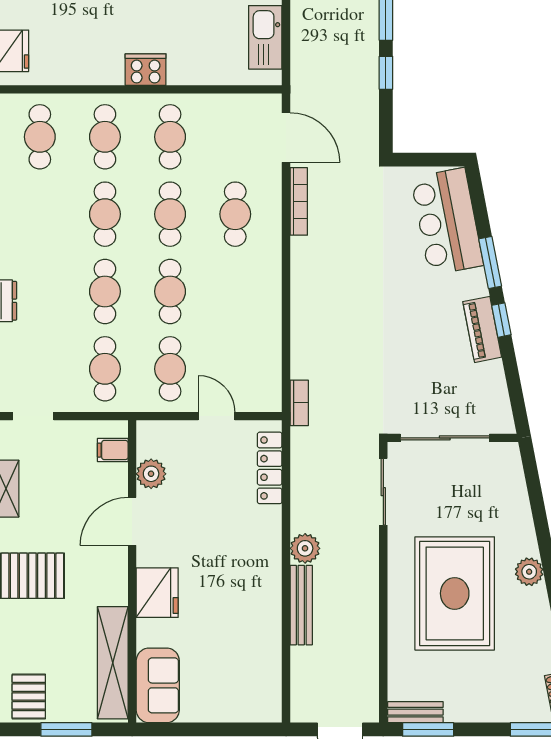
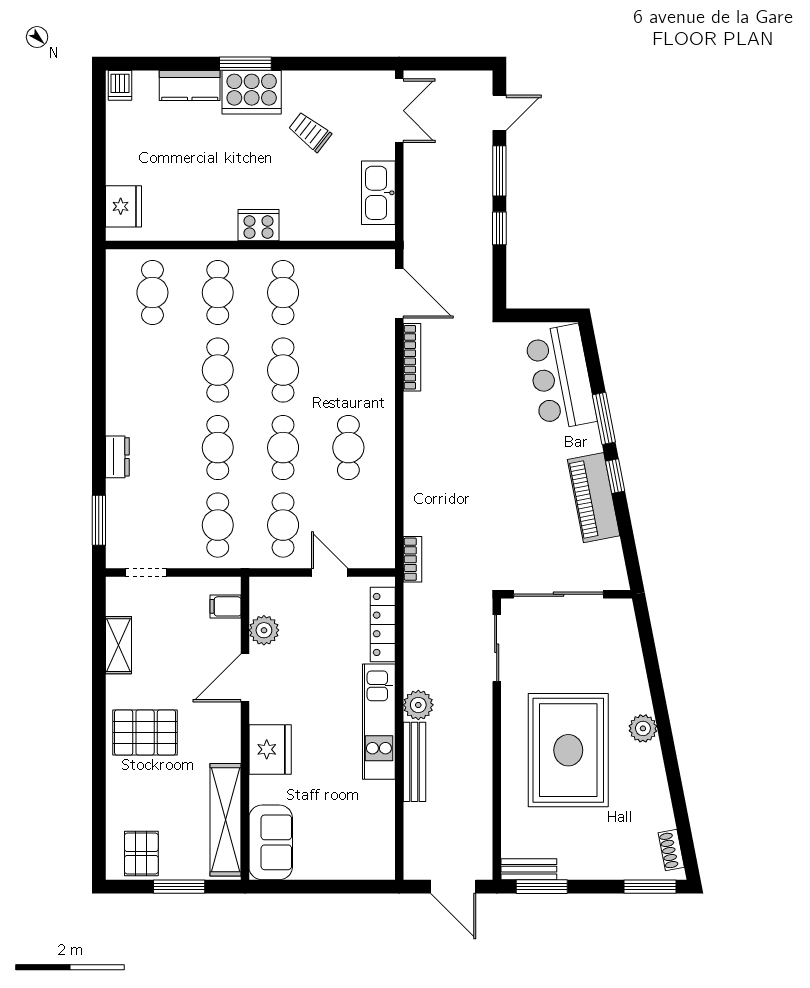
cafe table: (235, 214) -> (348, 448), moved
piano: (482, 329) -> (594, 498), width x1.37, depth x1.33
kitchen unit: (266, 565) -> (379, 722), added

